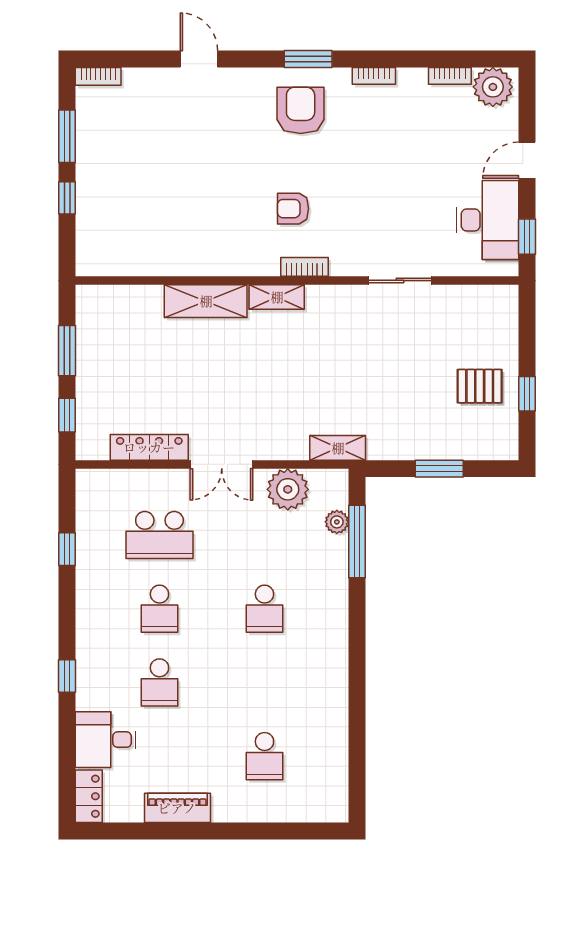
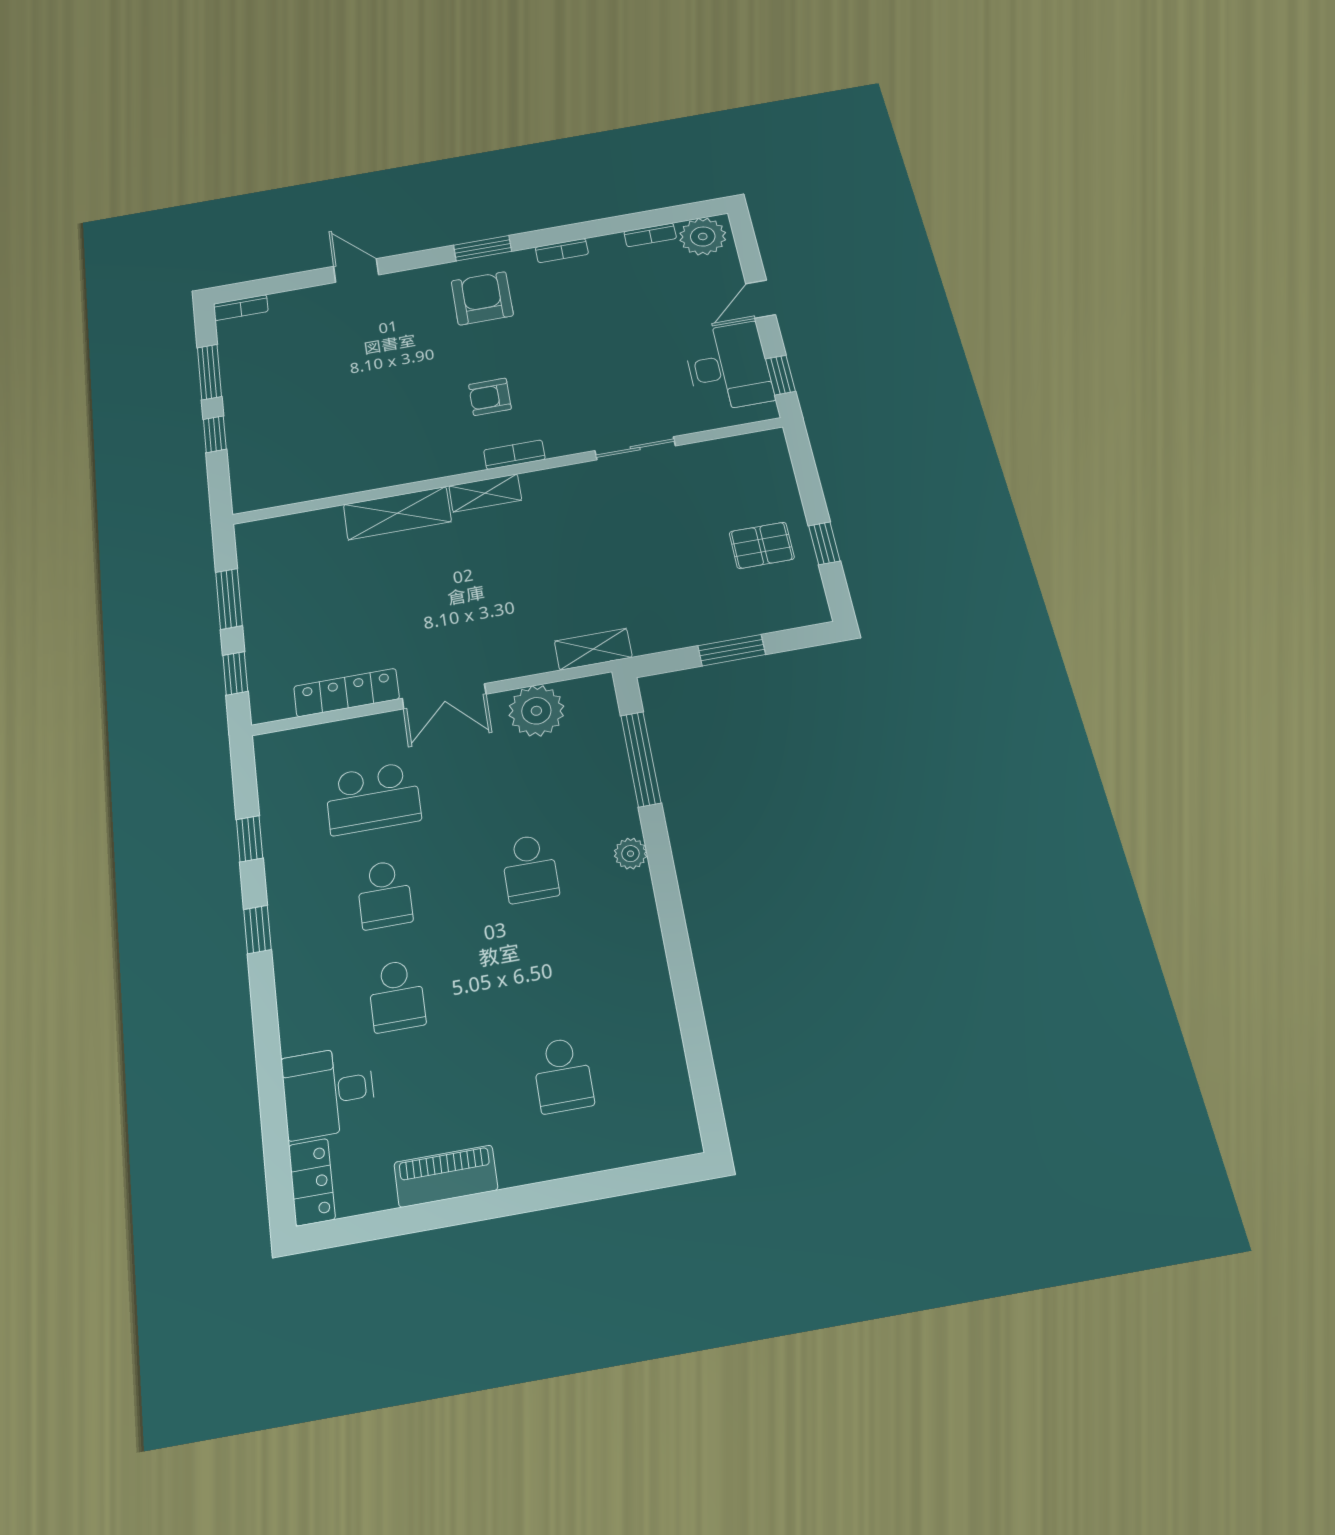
plant: (337, 522) -> (630, 854), moved
window: (67, 676) -> (257, 929), moved

